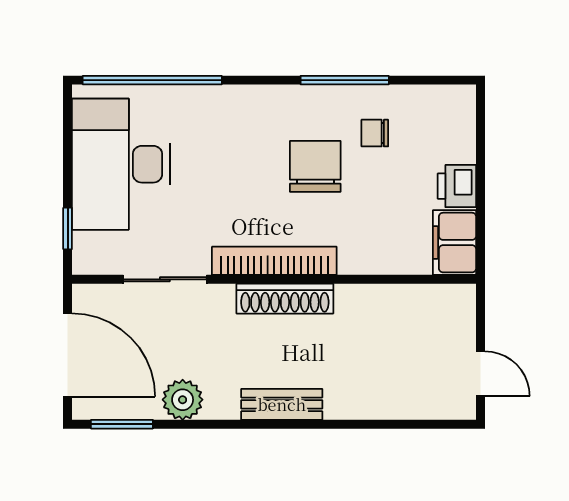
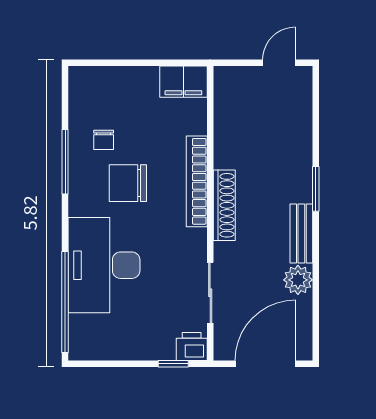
desk: (121, 164) -> (104, 265), moved, turned 90
printer: (457, 186) -> (192, 347), moved, turned 180
bookcase: (274, 261) -> (197, 181), moved
bench: (282, 404) -> (301, 233), moved
window: (122, 424) -> (316, 189), moved

